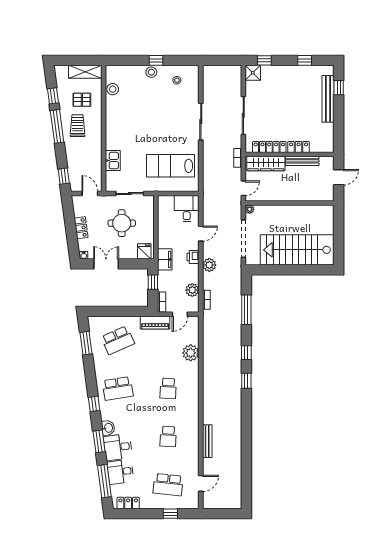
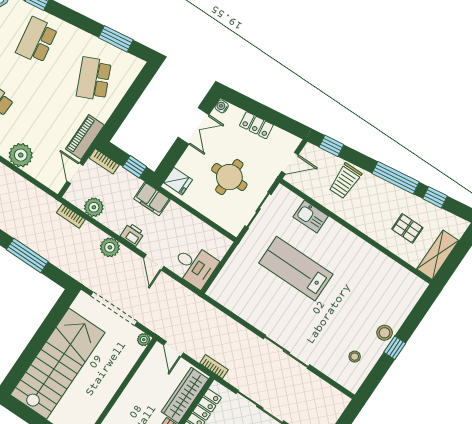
stool: (113, 89) -> (395, 273), removed
pallet: (82, 100) -> (407, 228), turned 90
trolley: (77, 126) -> (345, 181), moved, turned 90
lab bench: (171, 166) -> (296, 269), moved, turned -90

